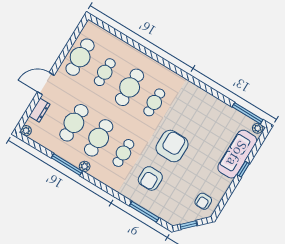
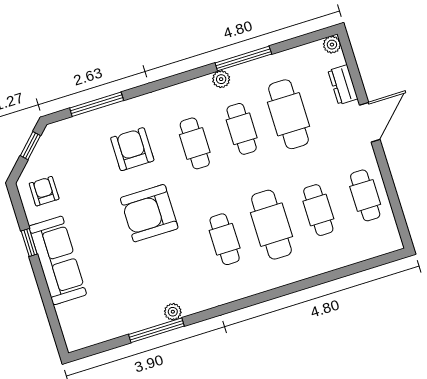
cafe table: (80, 57) -> (365, 195), width x0.73, depth x0.74
window: (247, 113) -> (156, 330), moved
plant: (258, 128) -> (173, 312), moved
cafe table: (99, 138) -> (242, 129), width x0.73, depth x0.74
armchair: (172, 146) -> (149, 213), turned 90
sofa: (237, 154) -> (58, 260), moved
window: (243, 169) -> (29, 242), moved

